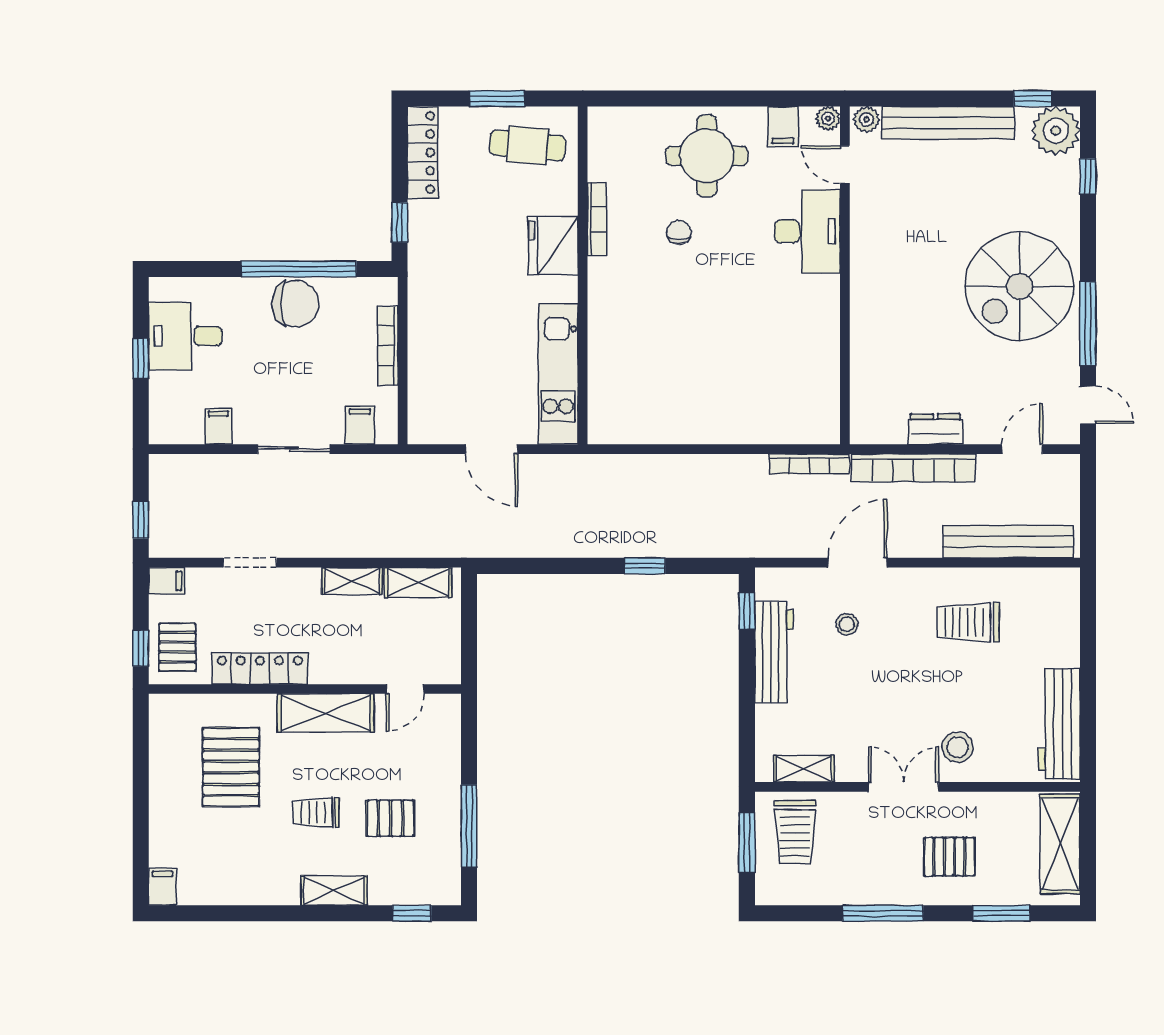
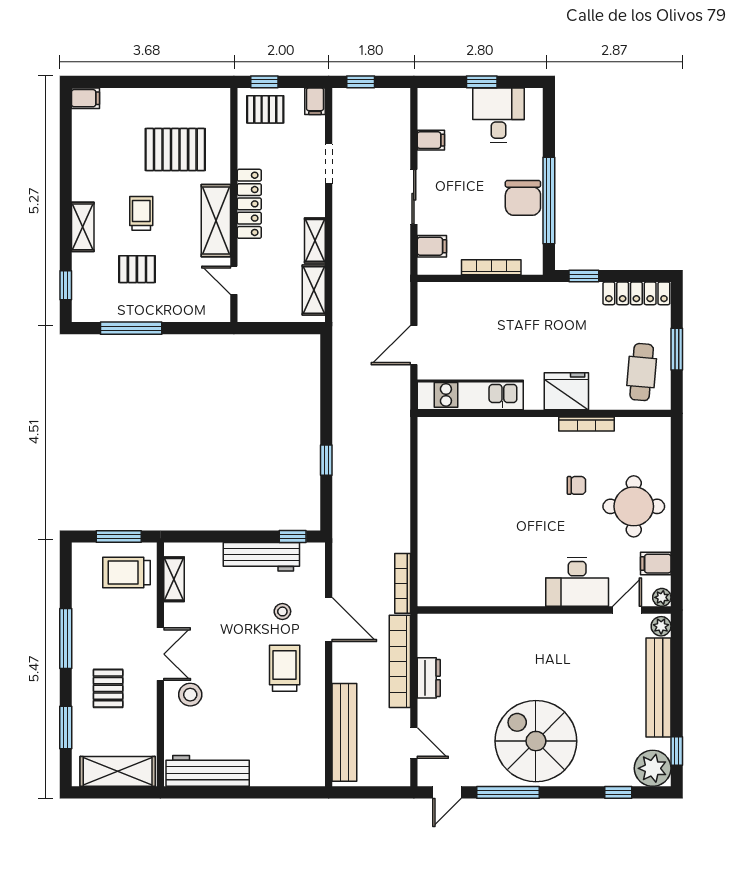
trolley: (968, 622) -> (285, 668), moved
locker: (260, 668) -> (249, 204), moved
pallet: (390, 818) -> (137, 269), turned 90

